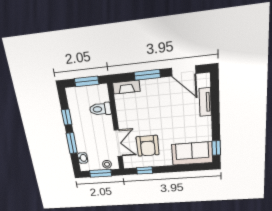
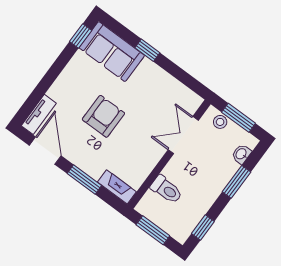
tv unit: (205, 102) -> (39, 114), moved
window: (67, 117) -> (203, 227), moved
armchair: (148, 146) -> (103, 116), moved
window: (145, 170) -> (147, 50), moved

